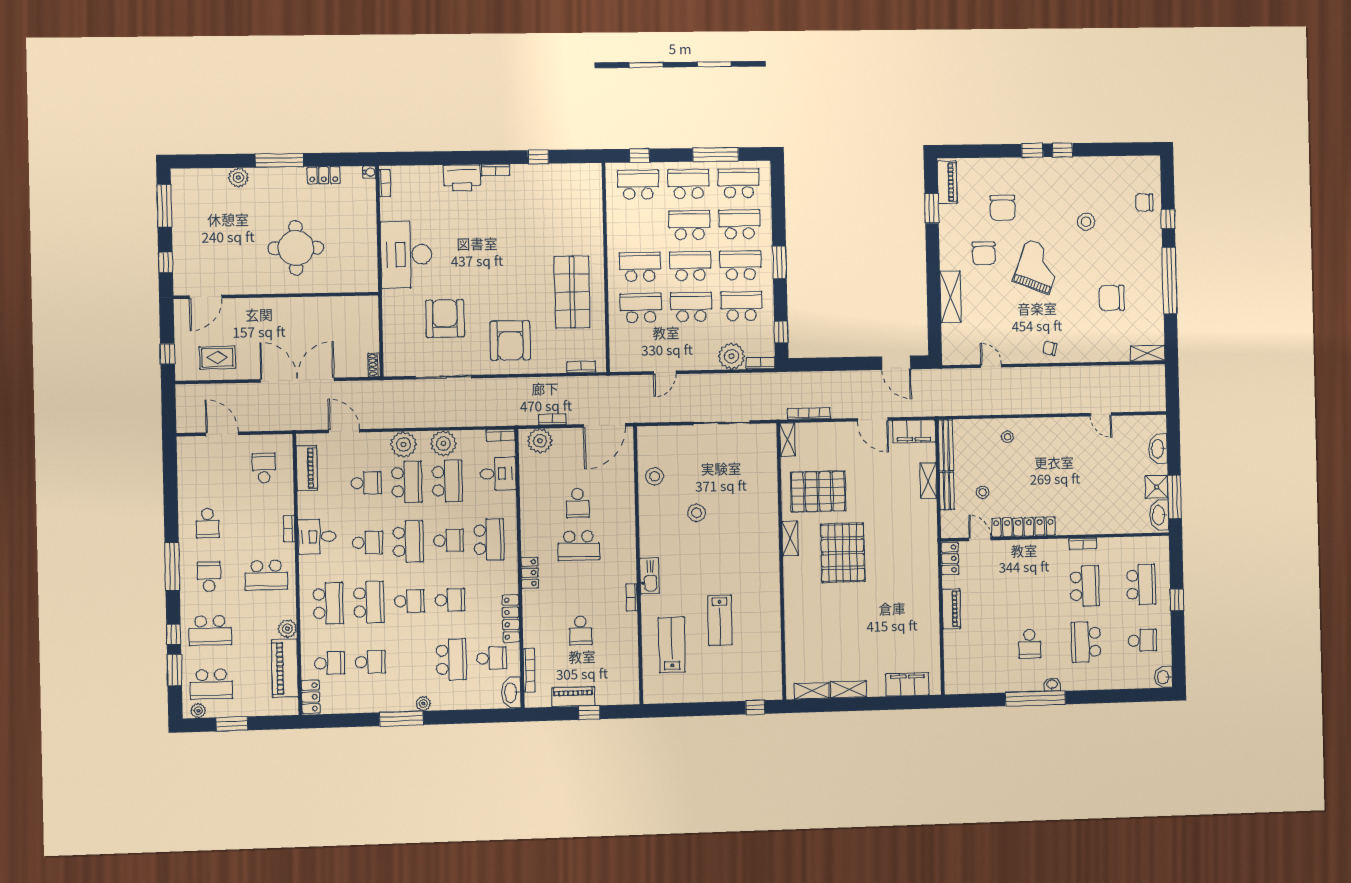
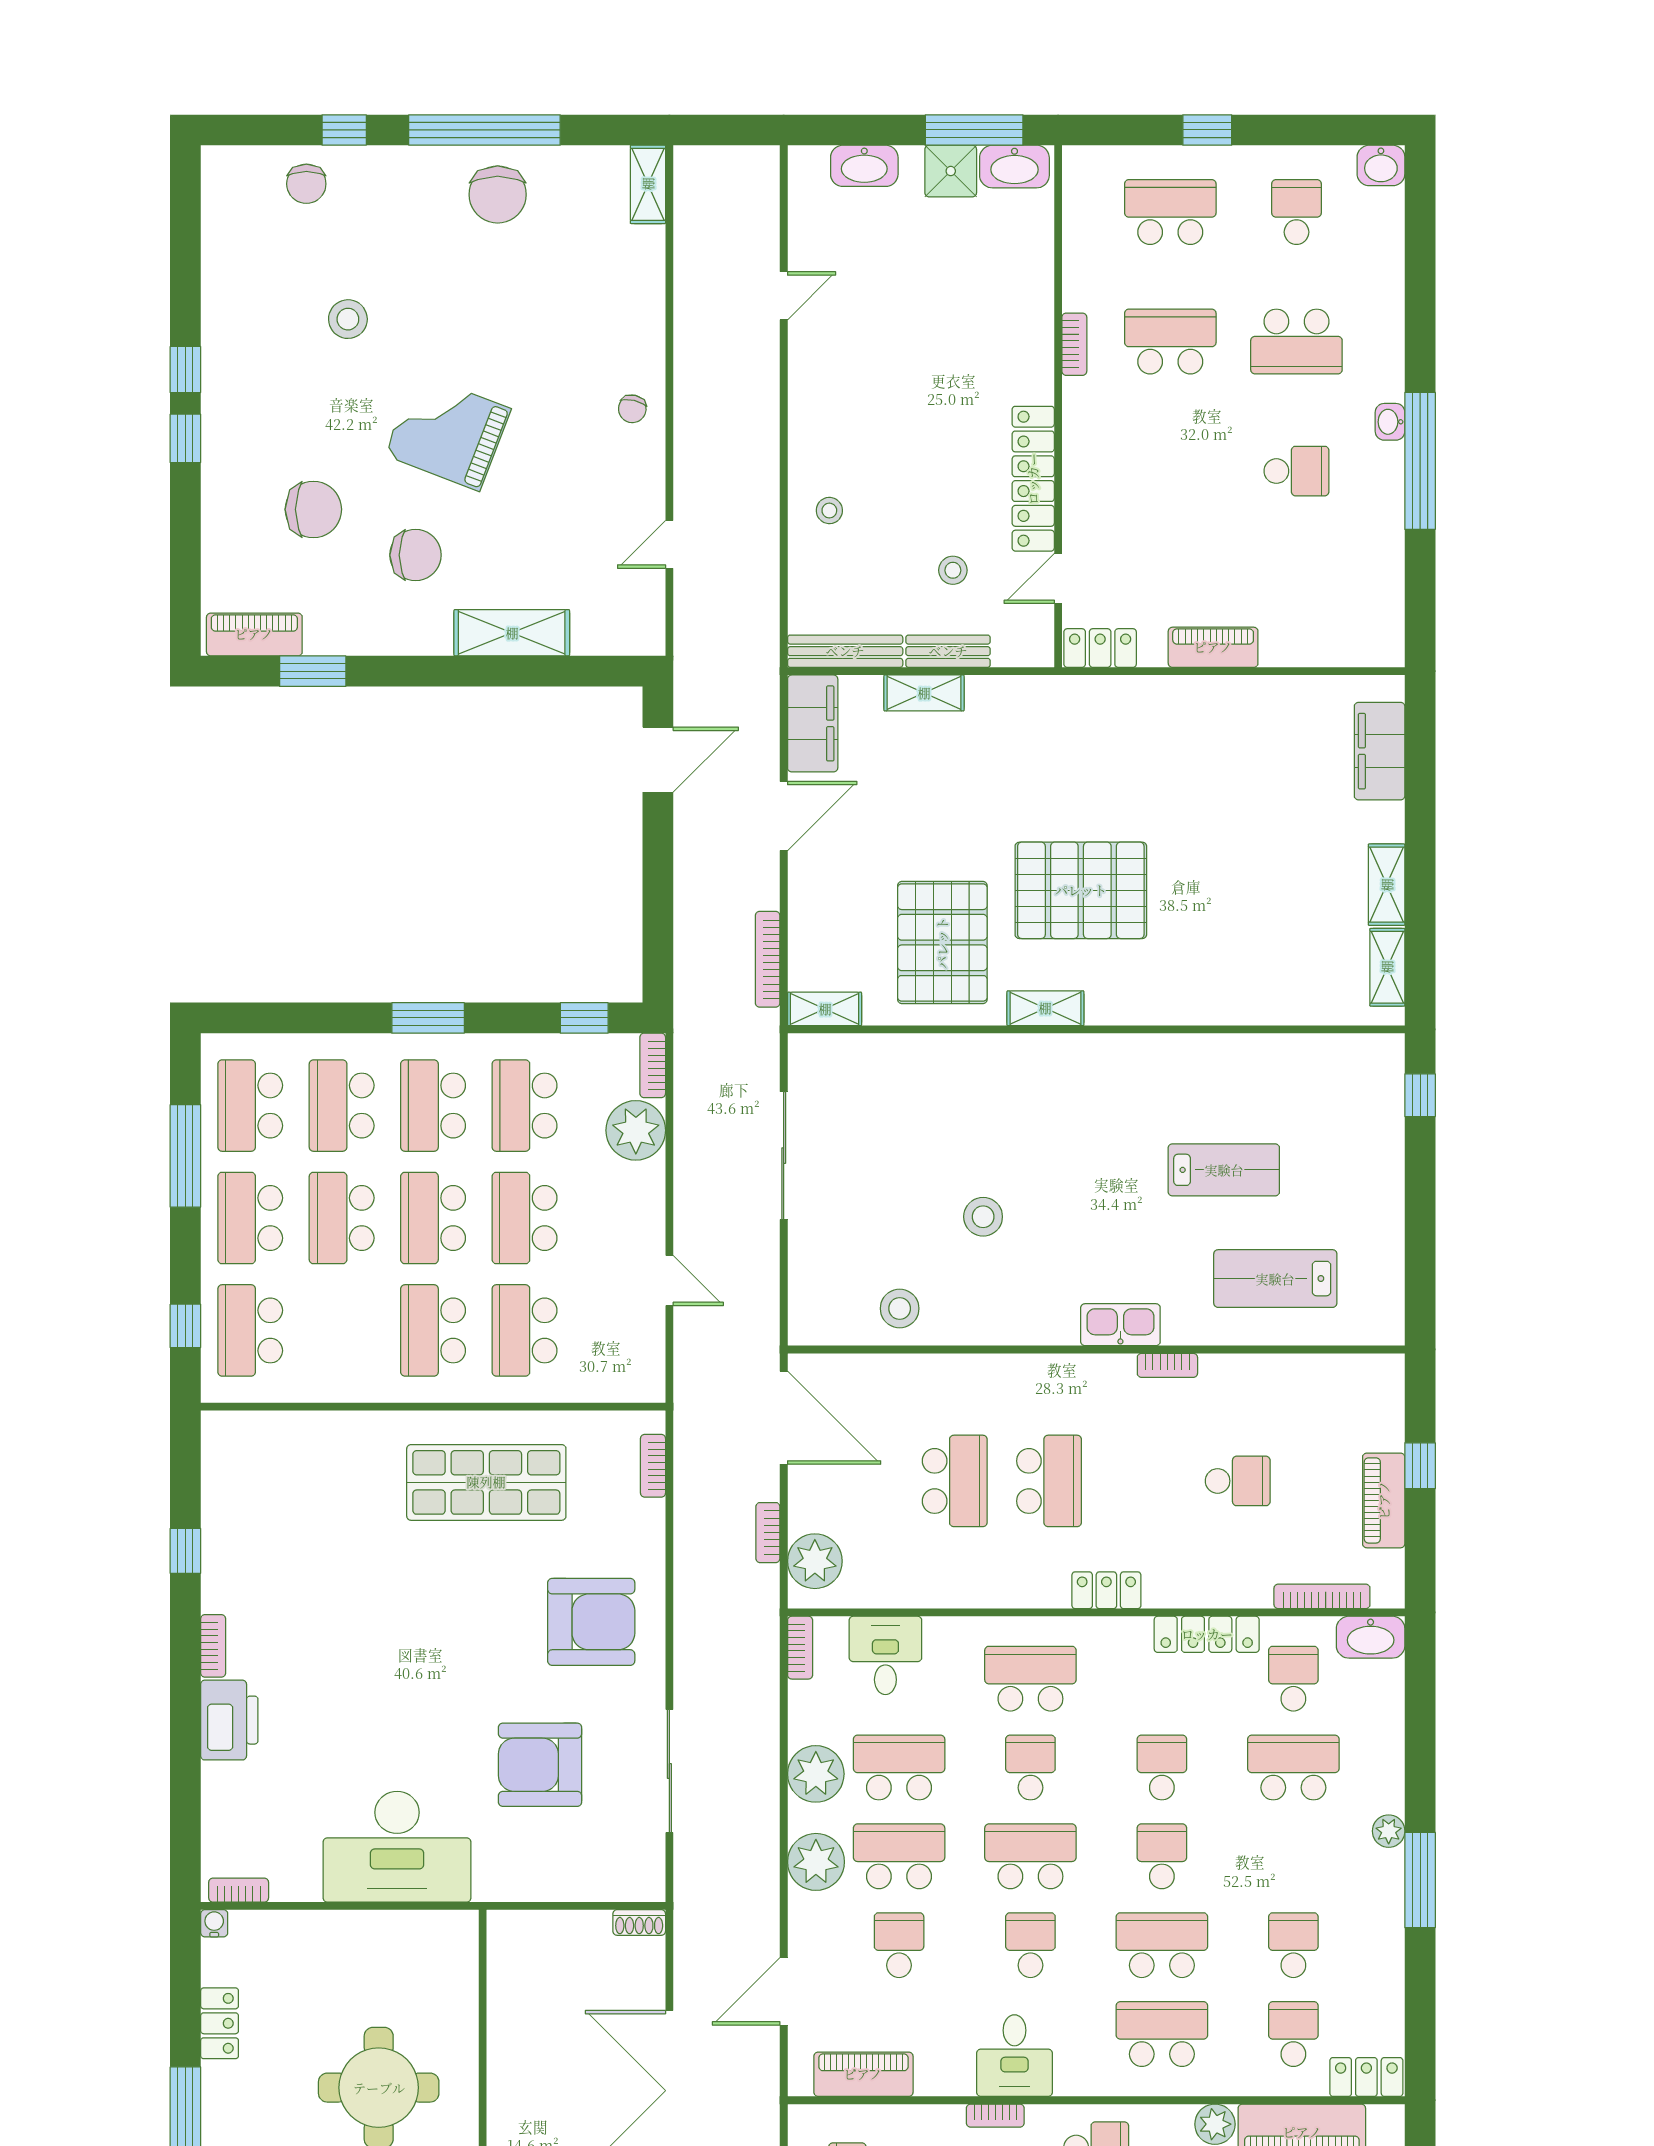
chair: (1112, 298) -> (498, 195), moved
school desk: (578, 503) -> (955, 1481), width x1.85

